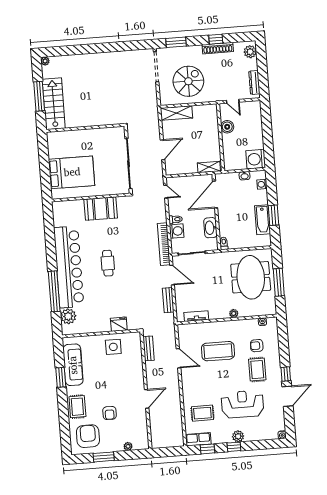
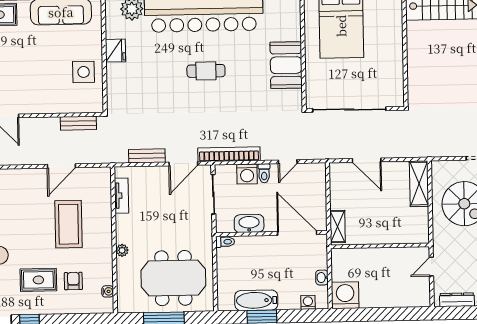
boiler: (227, 127) -> (395, 256), removed
door: (166, 192) -> (288, 162), moved
fridge: (119, 324) -> (115, 51), moved

